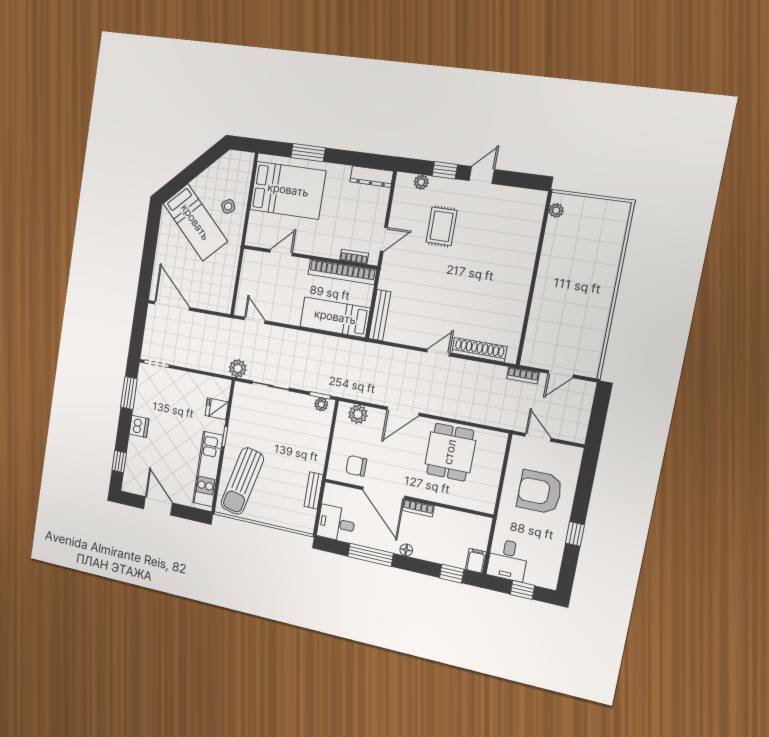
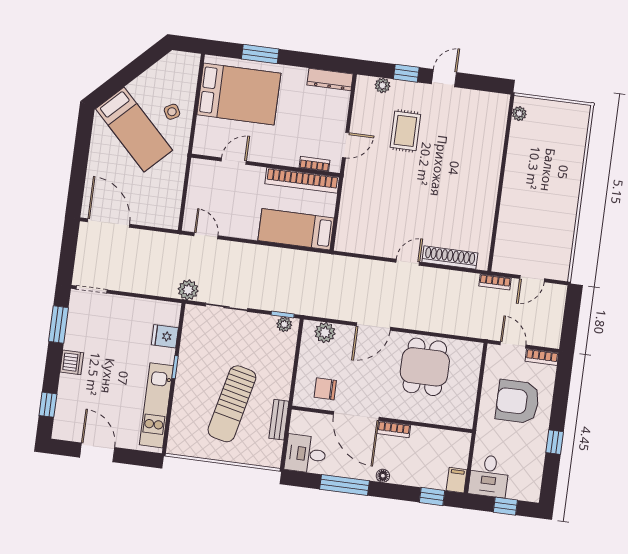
bench: (380, 315) -> (344, 225), removed
bookcase: (566, 451) -> (542, 357), added
sun lounger: (242, 481) -> (232, 404), moved

